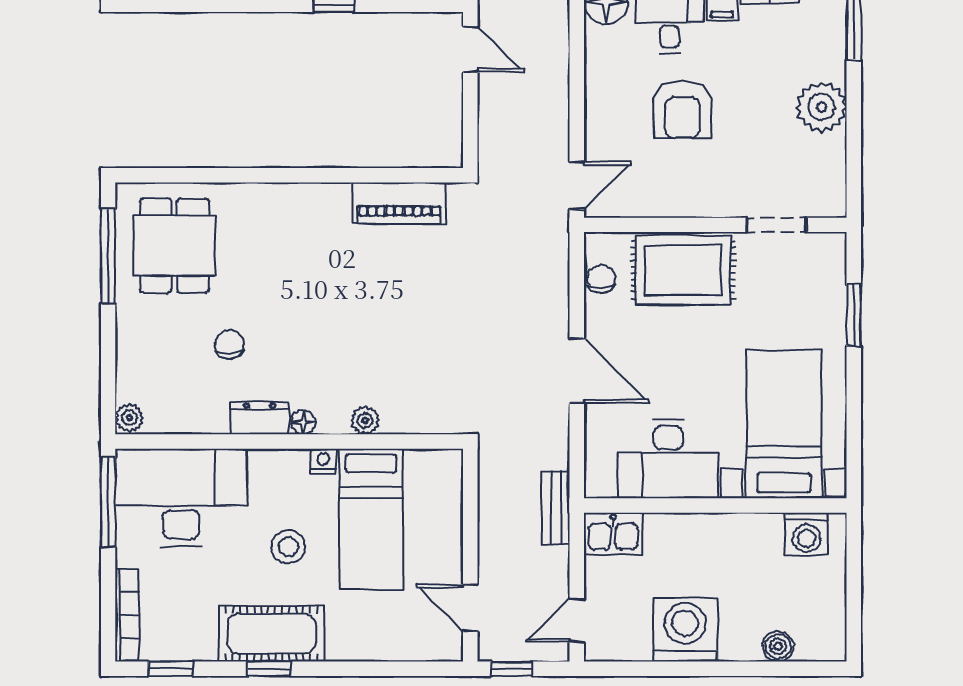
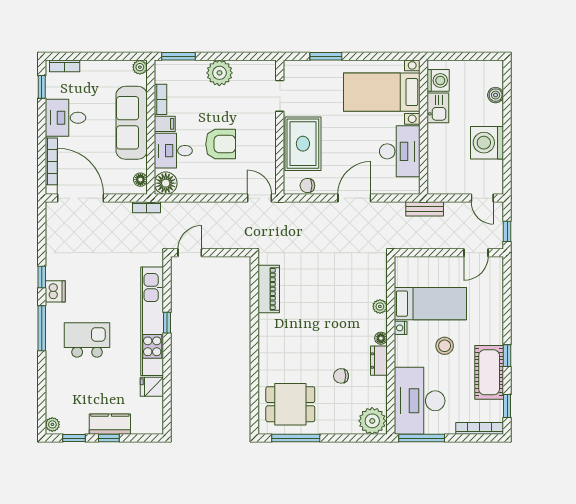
plant: (129, 418) -> (372, 421), width x1.88, depth x1.88
kitchen sink: (613, 534) -> (438, 108), moved
cot: (272, 634) -> (489, 372), moved

